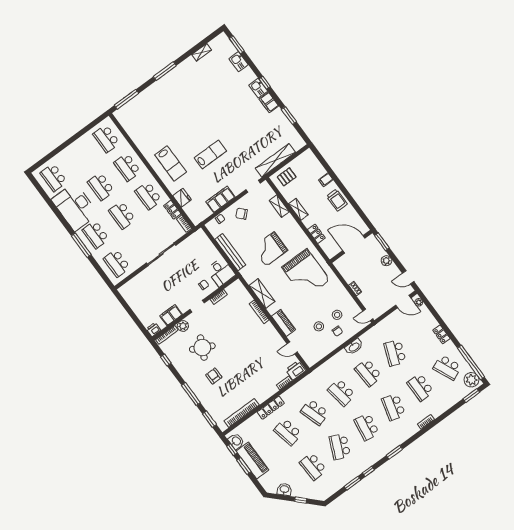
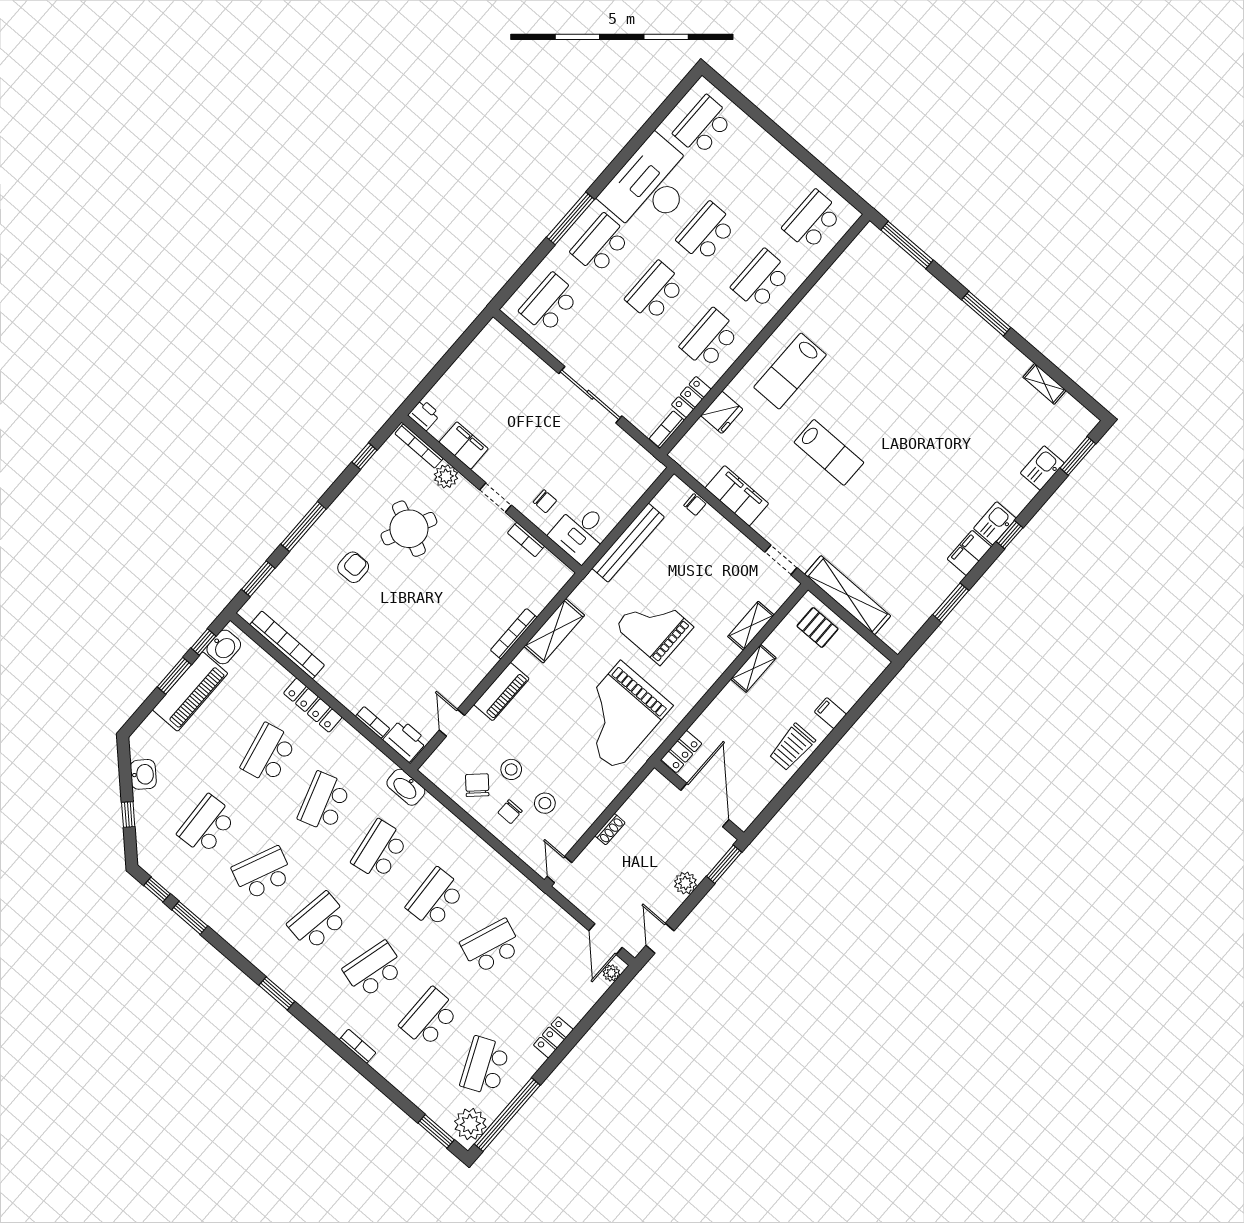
chair: (242, 214) -> (477, 785), moved
locker: (316, 234) -> (681, 752), moved
washbasin: (354, 347) -> (406, 787), moved
window: (368, 471) -> (157, 890), moved

